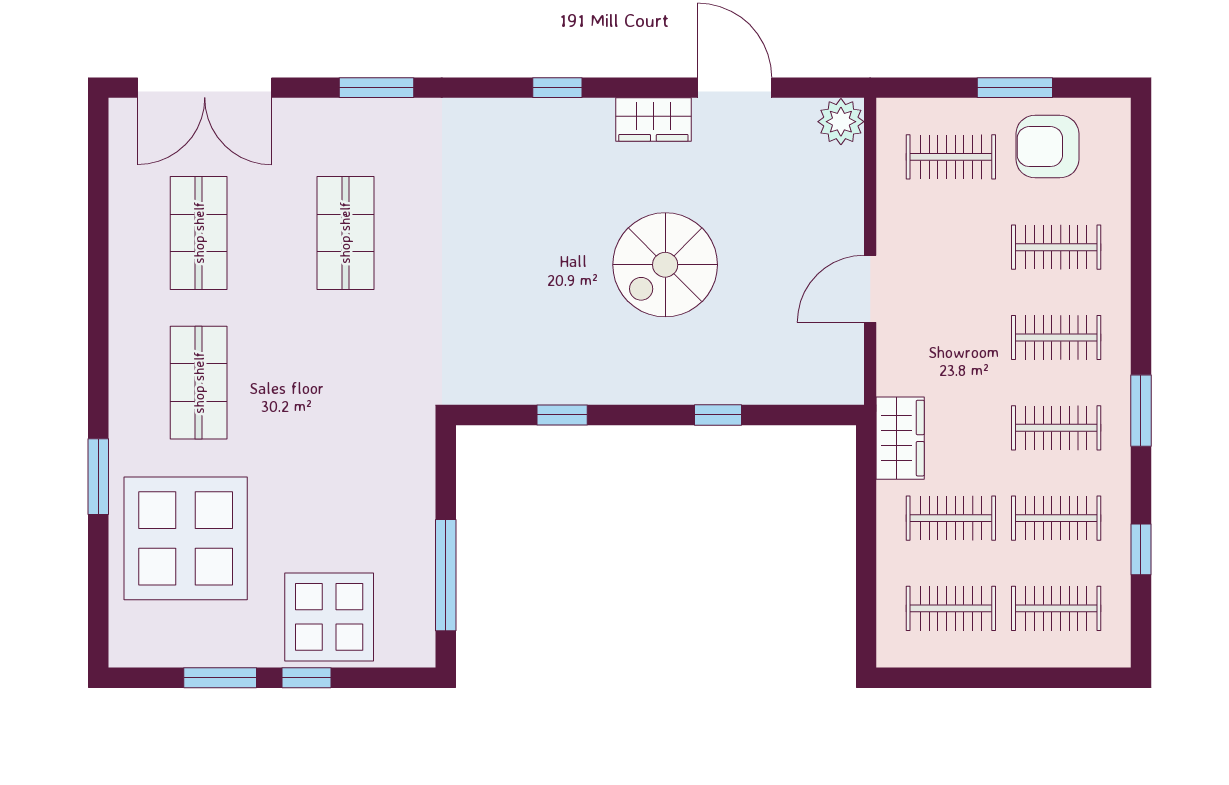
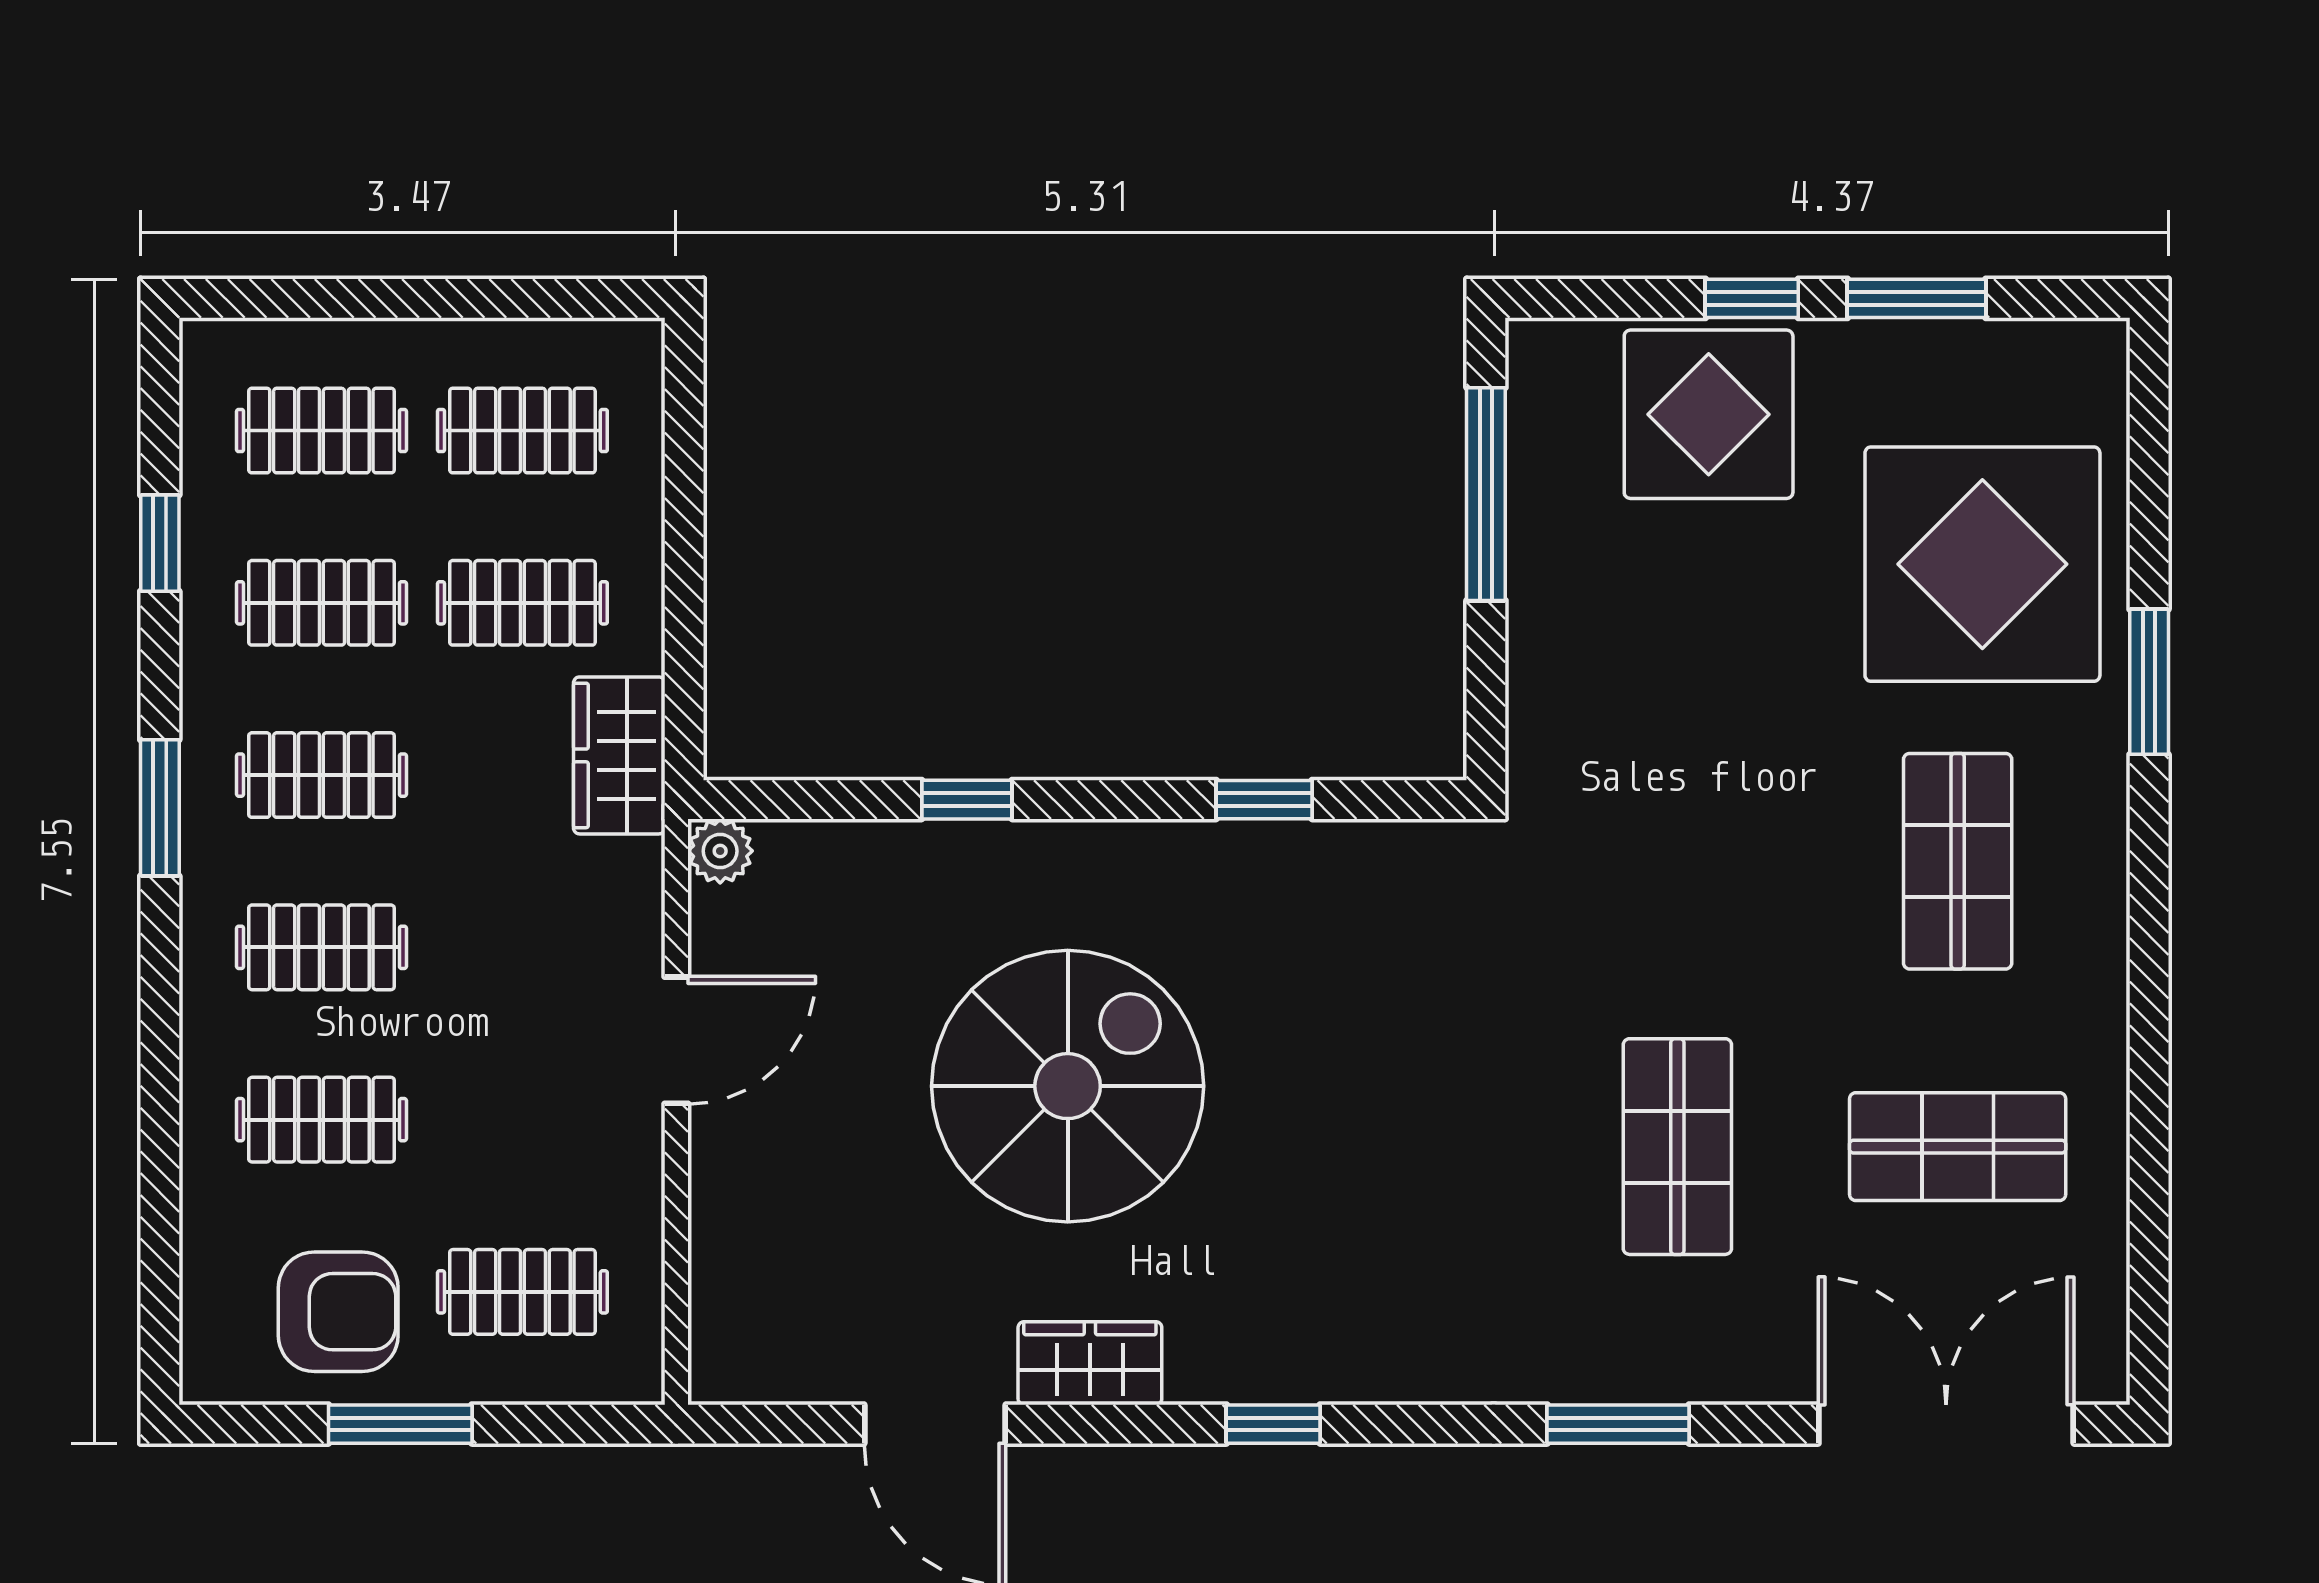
plant: (841, 122) -> (720, 851), moved, width x0.73, depth x0.73
shop shelf: (199, 233) -> (1958, 1147), turned 90
spiral stairs: (665, 265) -> (1068, 1086), width x1.37, depth x1.37

